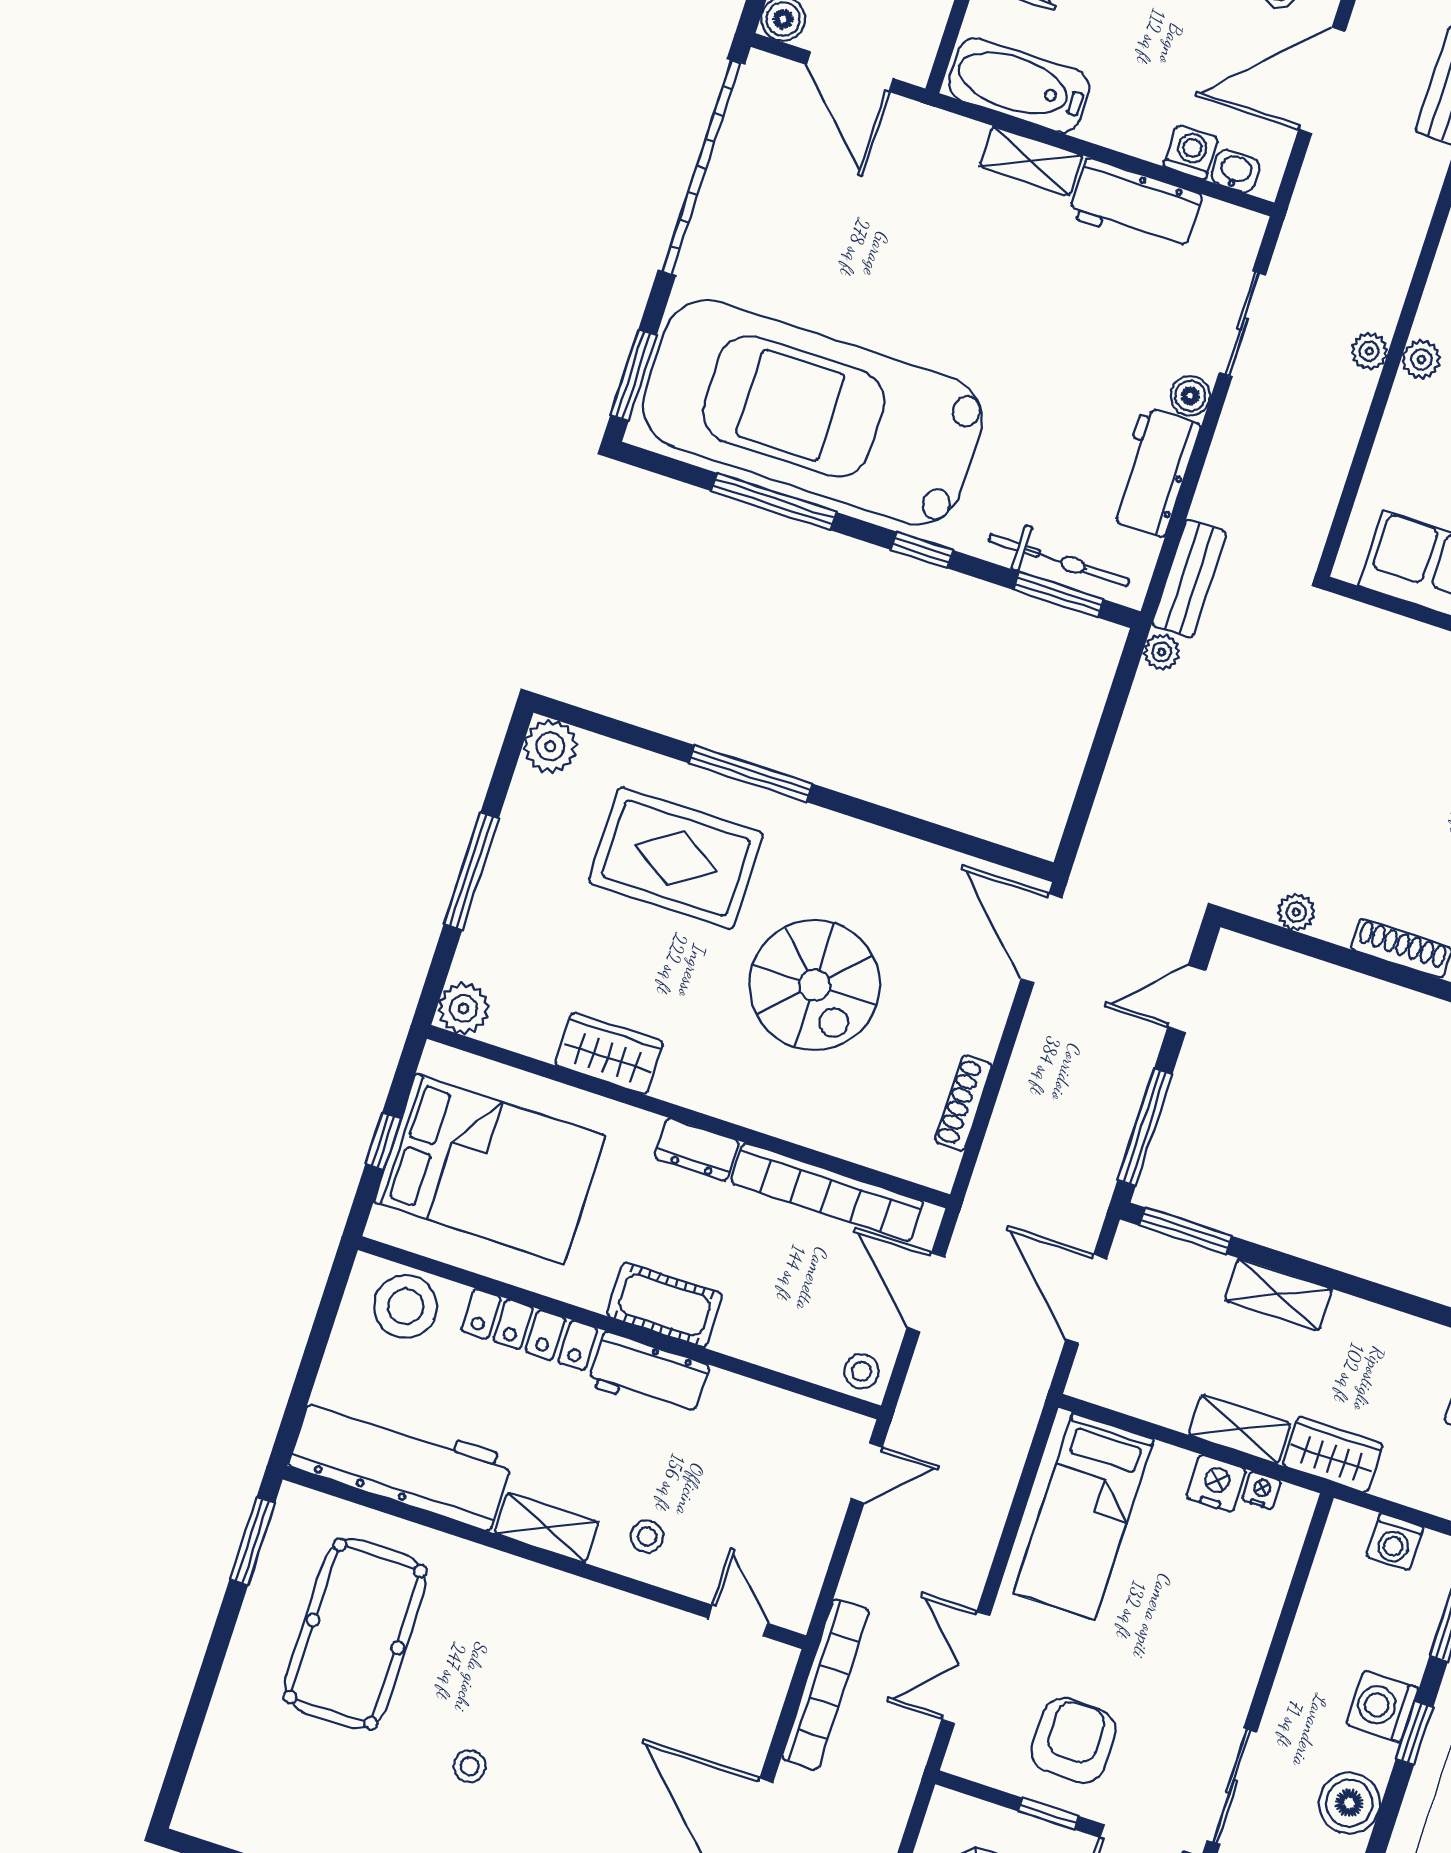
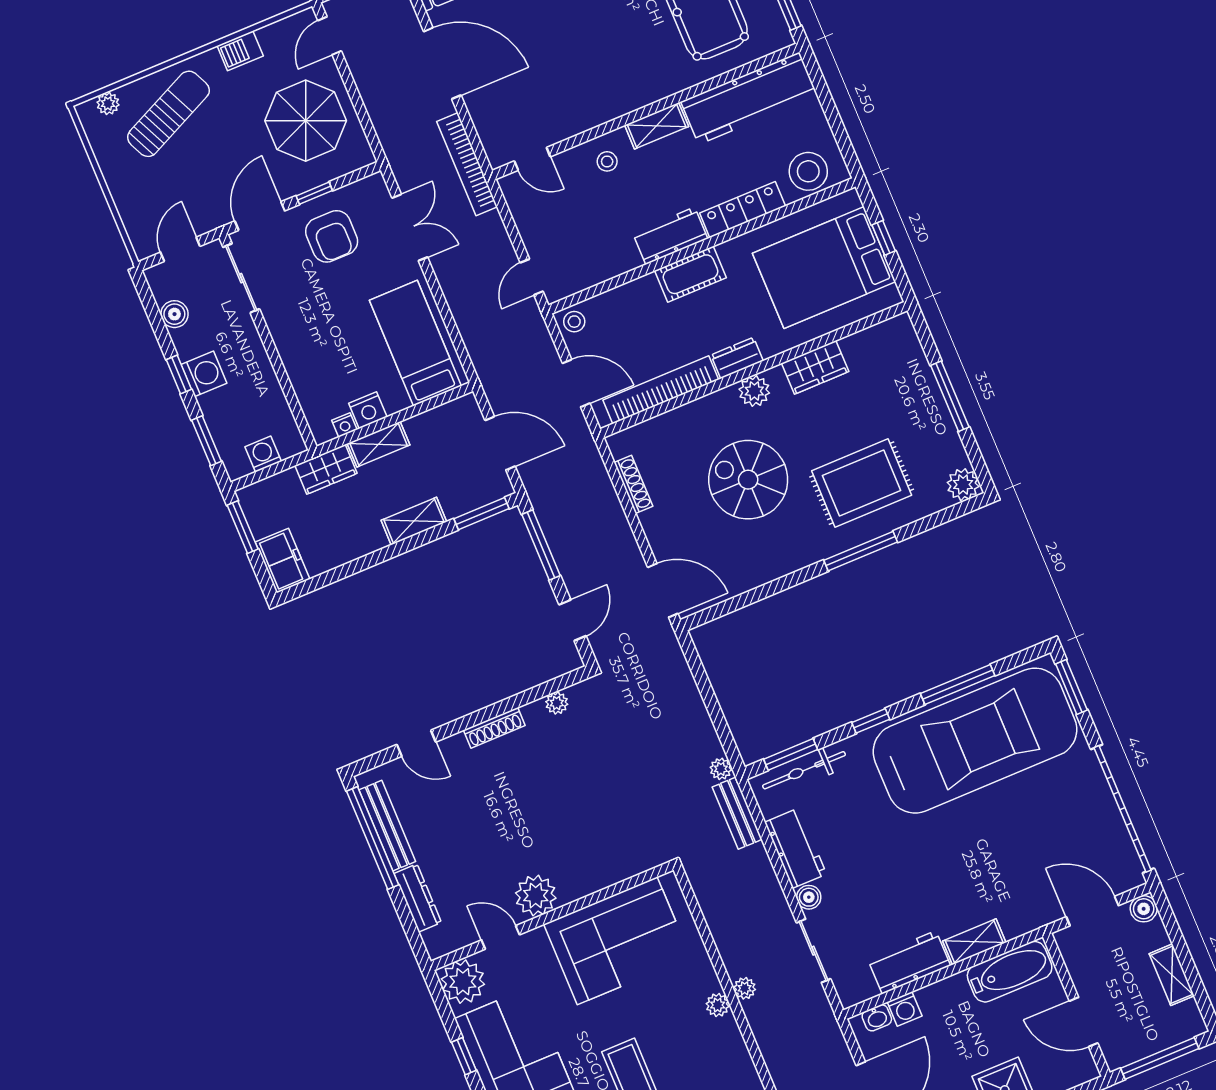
plant: (464, 1008) -> (754, 391), moved
boiler: (1349, 1803) -> (174, 314), width x0.73, depth x0.73

